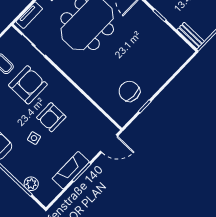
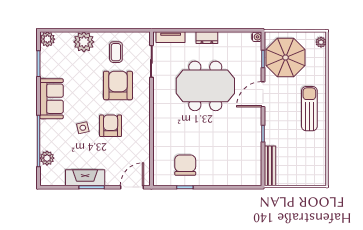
bench: (191, 36) -> (270, 166), width x1.36
armchair: (28, 85) -> (118, 85), turned -90
armchair: (51, 117) -> (111, 126), turned 90
door: (109, 144) -> (132, 187), swing flipped

